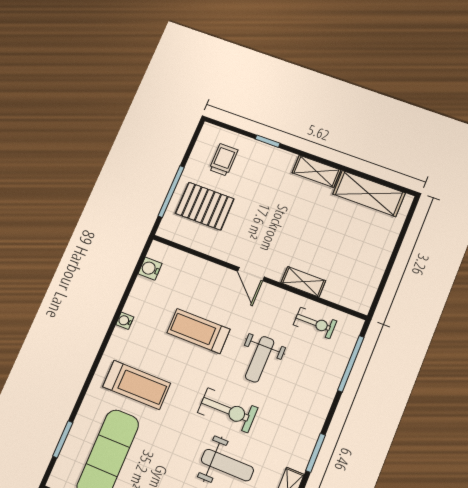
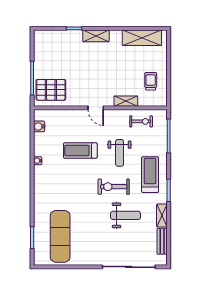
trolley: (223, 160) -> (151, 81), moved
shelving: (316, 171) -> (96, 36), moved
pallet: (205, 206) -> (51, 90), moved
treadmill: (137, 385) -> (150, 175), moved, turned -90
exercise bike: (228, 410) -> (114, 187), turned 180

